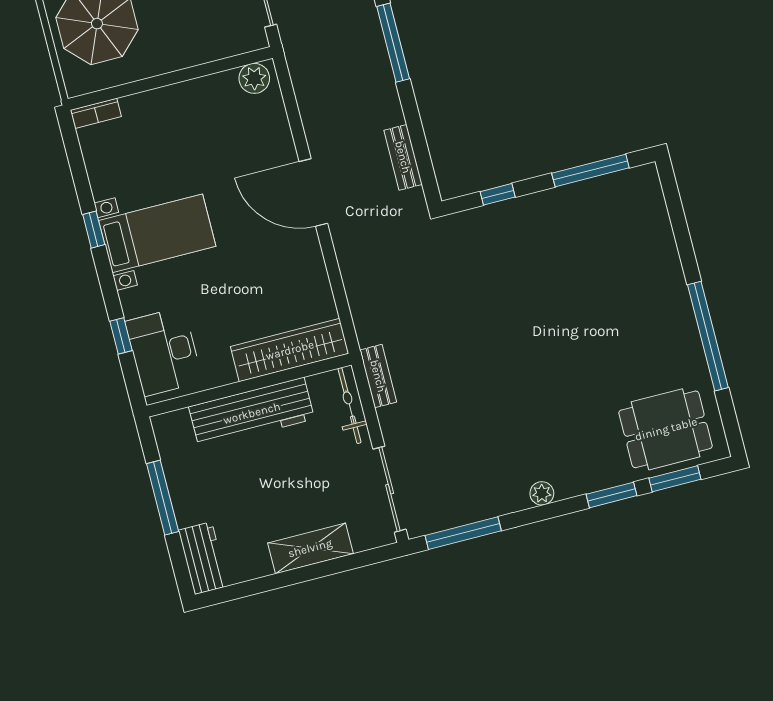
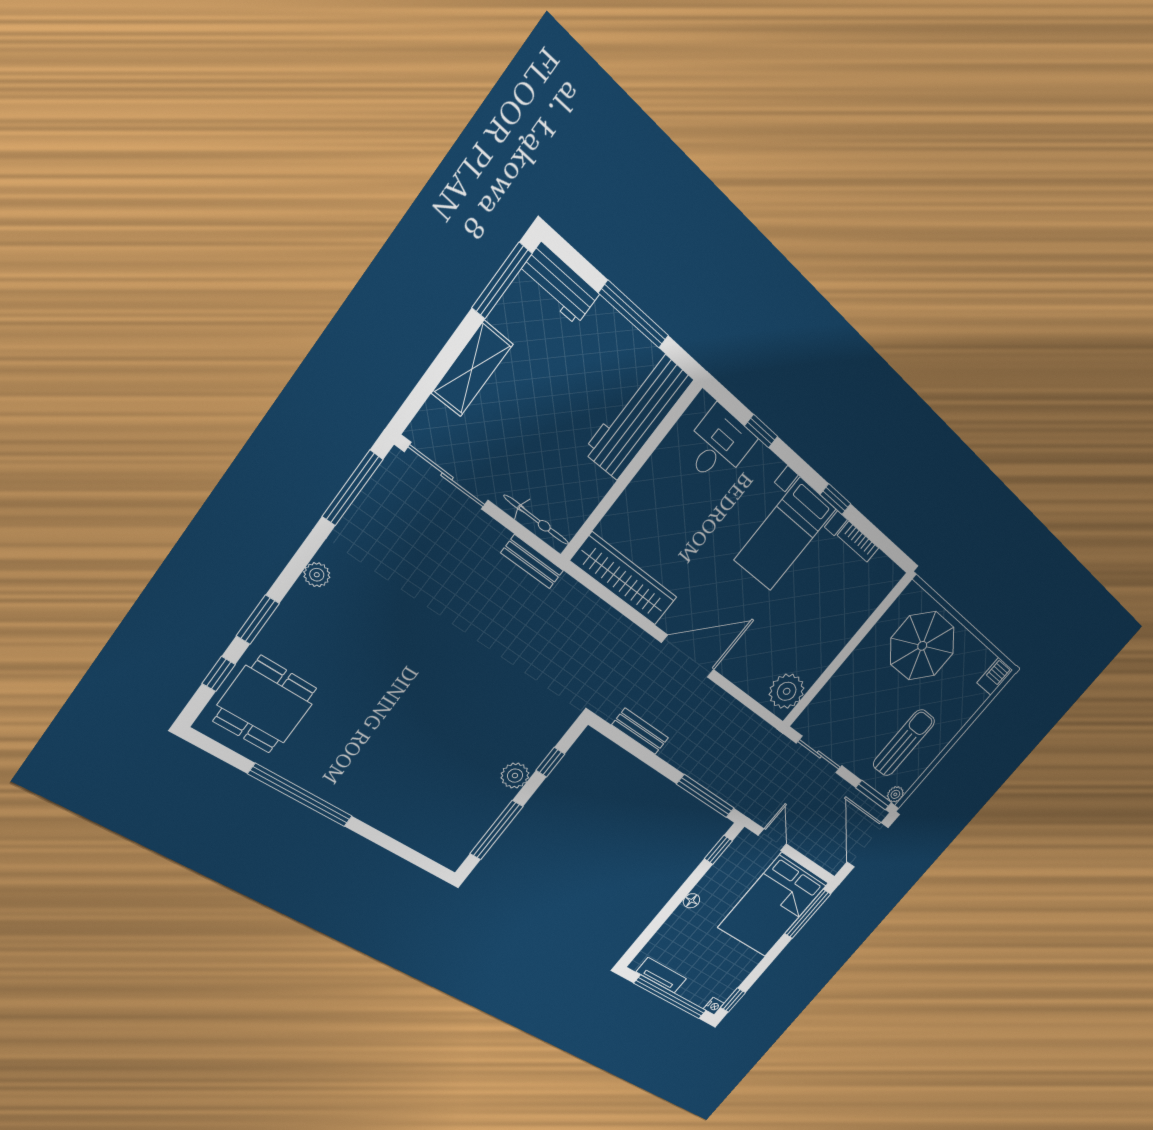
plant: (254, 78) -> (787, 691), width x1.36, depth x1.36
bookcase: (96, 113) -> (858, 542), moved, turned -90
plant: (535, 208) -> (515, 776), added
wardrobe: (290, 350) -> (624, 579), moved, turned -90
desk: (164, 352) -> (718, 445), width x0.73
workbench: (252, 413) -> (638, 416), moved
window: (675, 479) -> (219, 674), width x0.67
window: (243, 590) -> (502, 281), added

